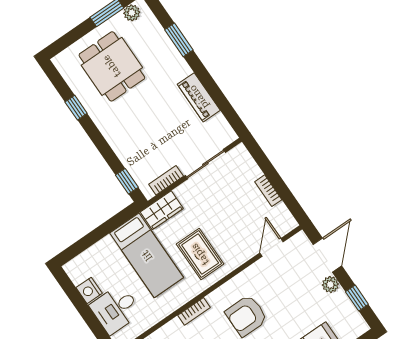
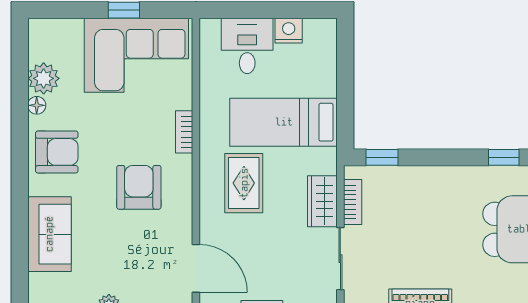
wardrobe: (162, 210) -> (322, 201), moved
door: (272, 247) -> (196, 268), width x1.38
rug: (200, 254) -> (244, 183), turned 90

